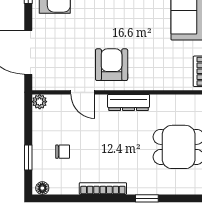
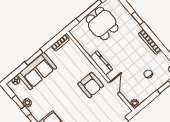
armchair: (112, 65) -> (91, 85), turned -90

